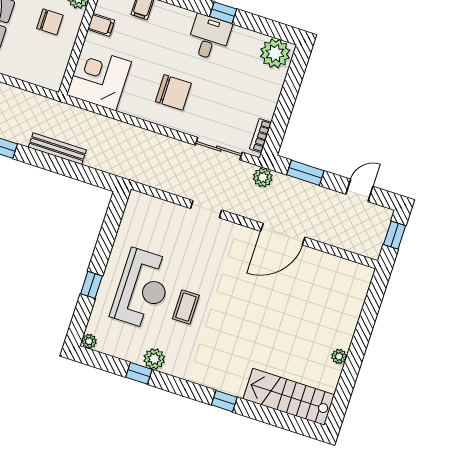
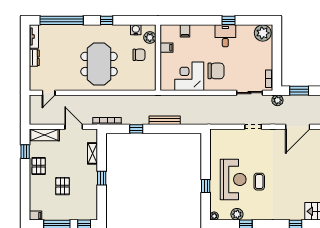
corner desk: (99, 78) -> (189, 76), moved
plant: (154, 359) -> (237, 214), moved

